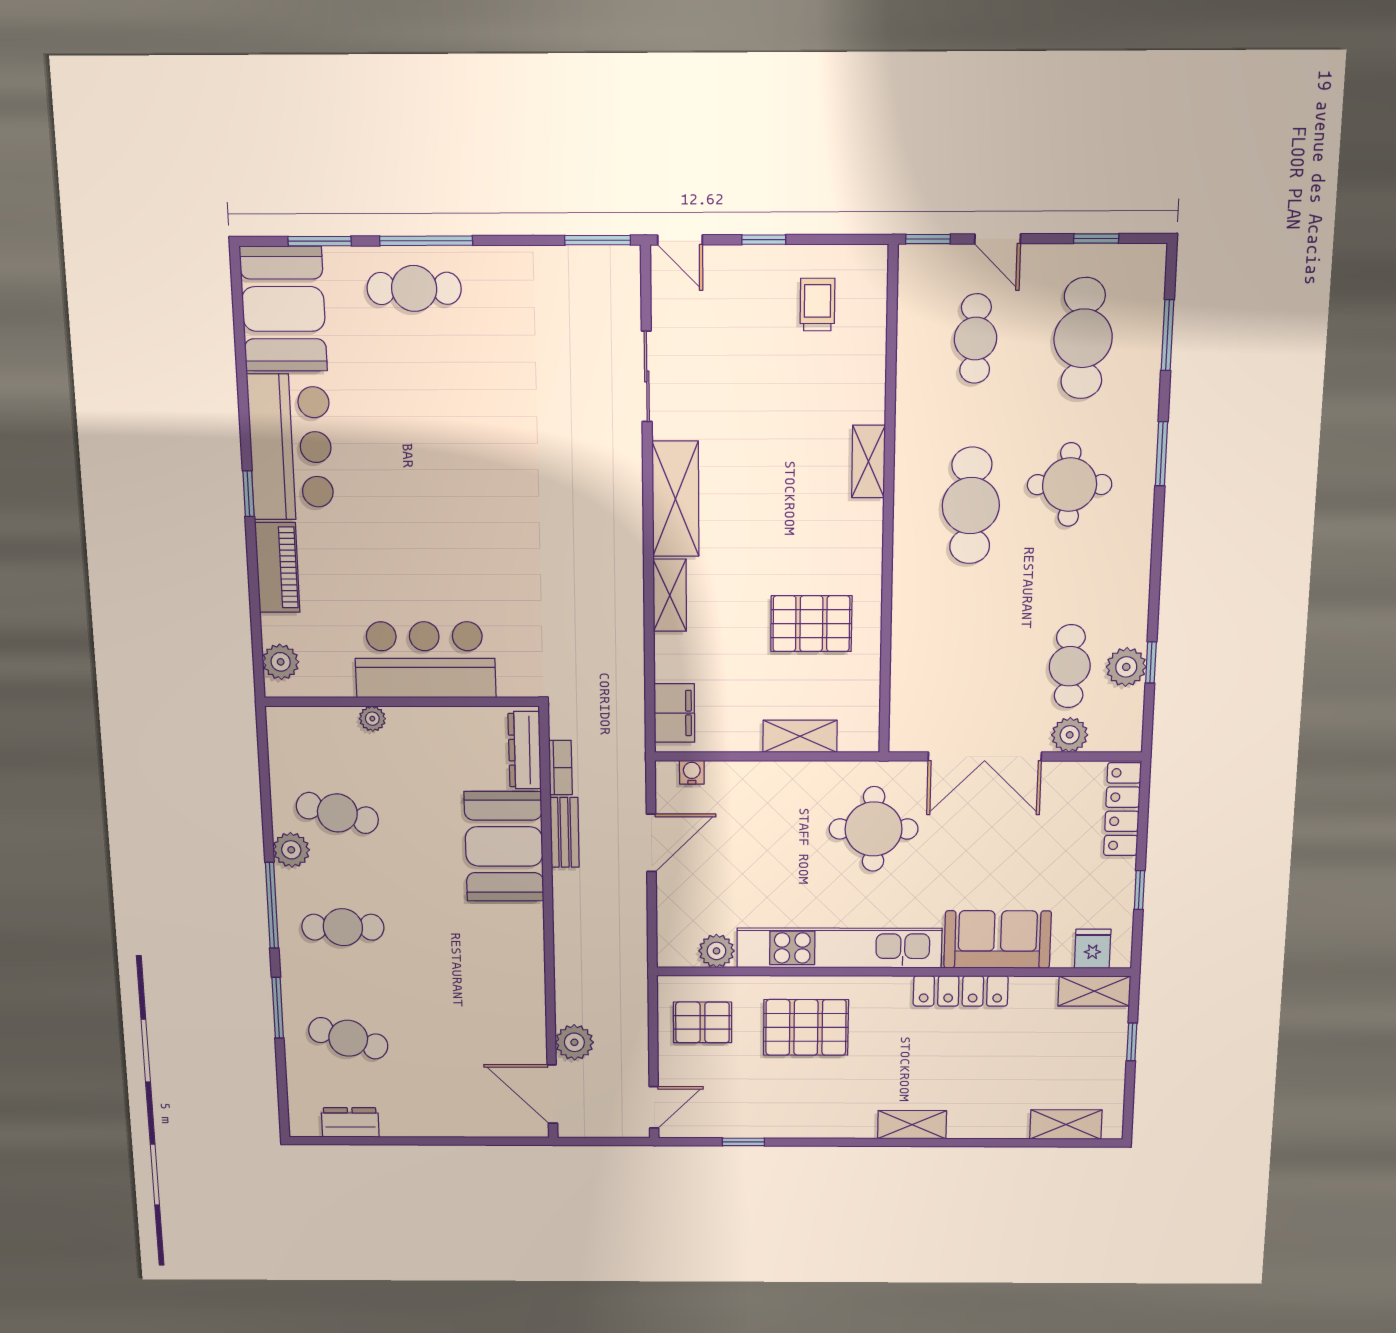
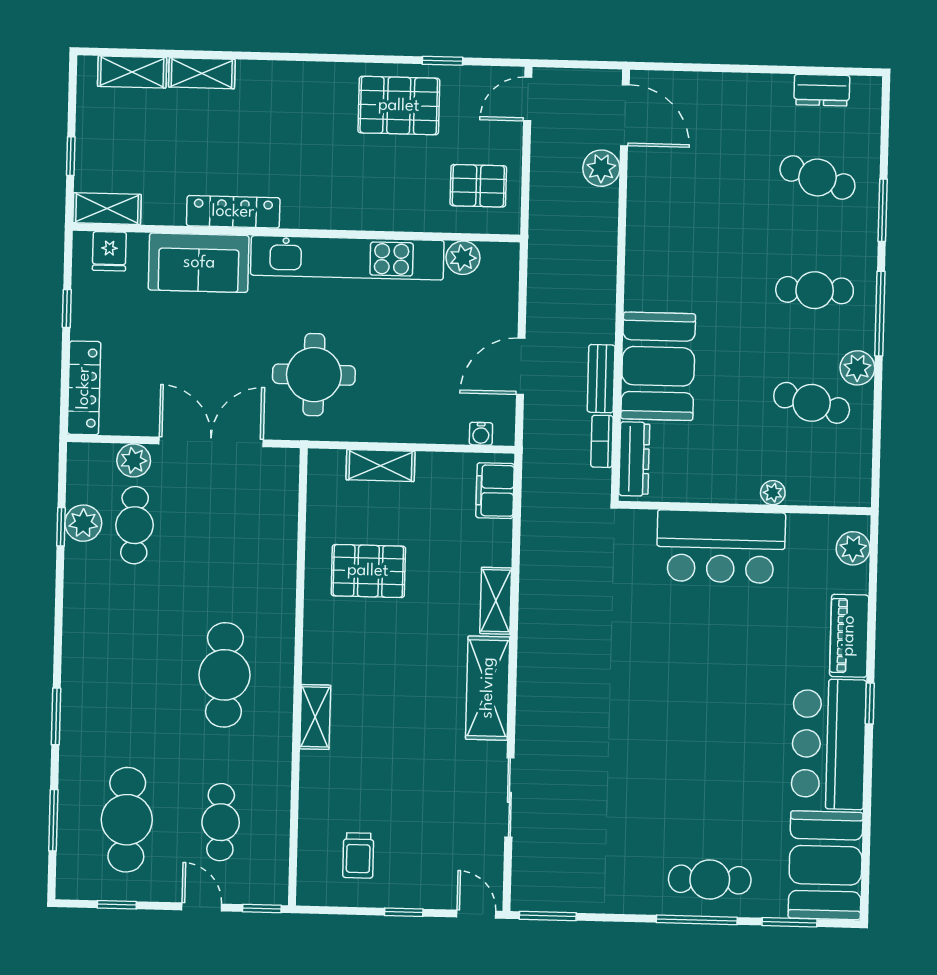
round table: (1070, 485) -> (137, 691), removed
pallet: (806, 1027) -> (399, 106), moved
shelving: (912, 1125) -> (202, 73), moved

